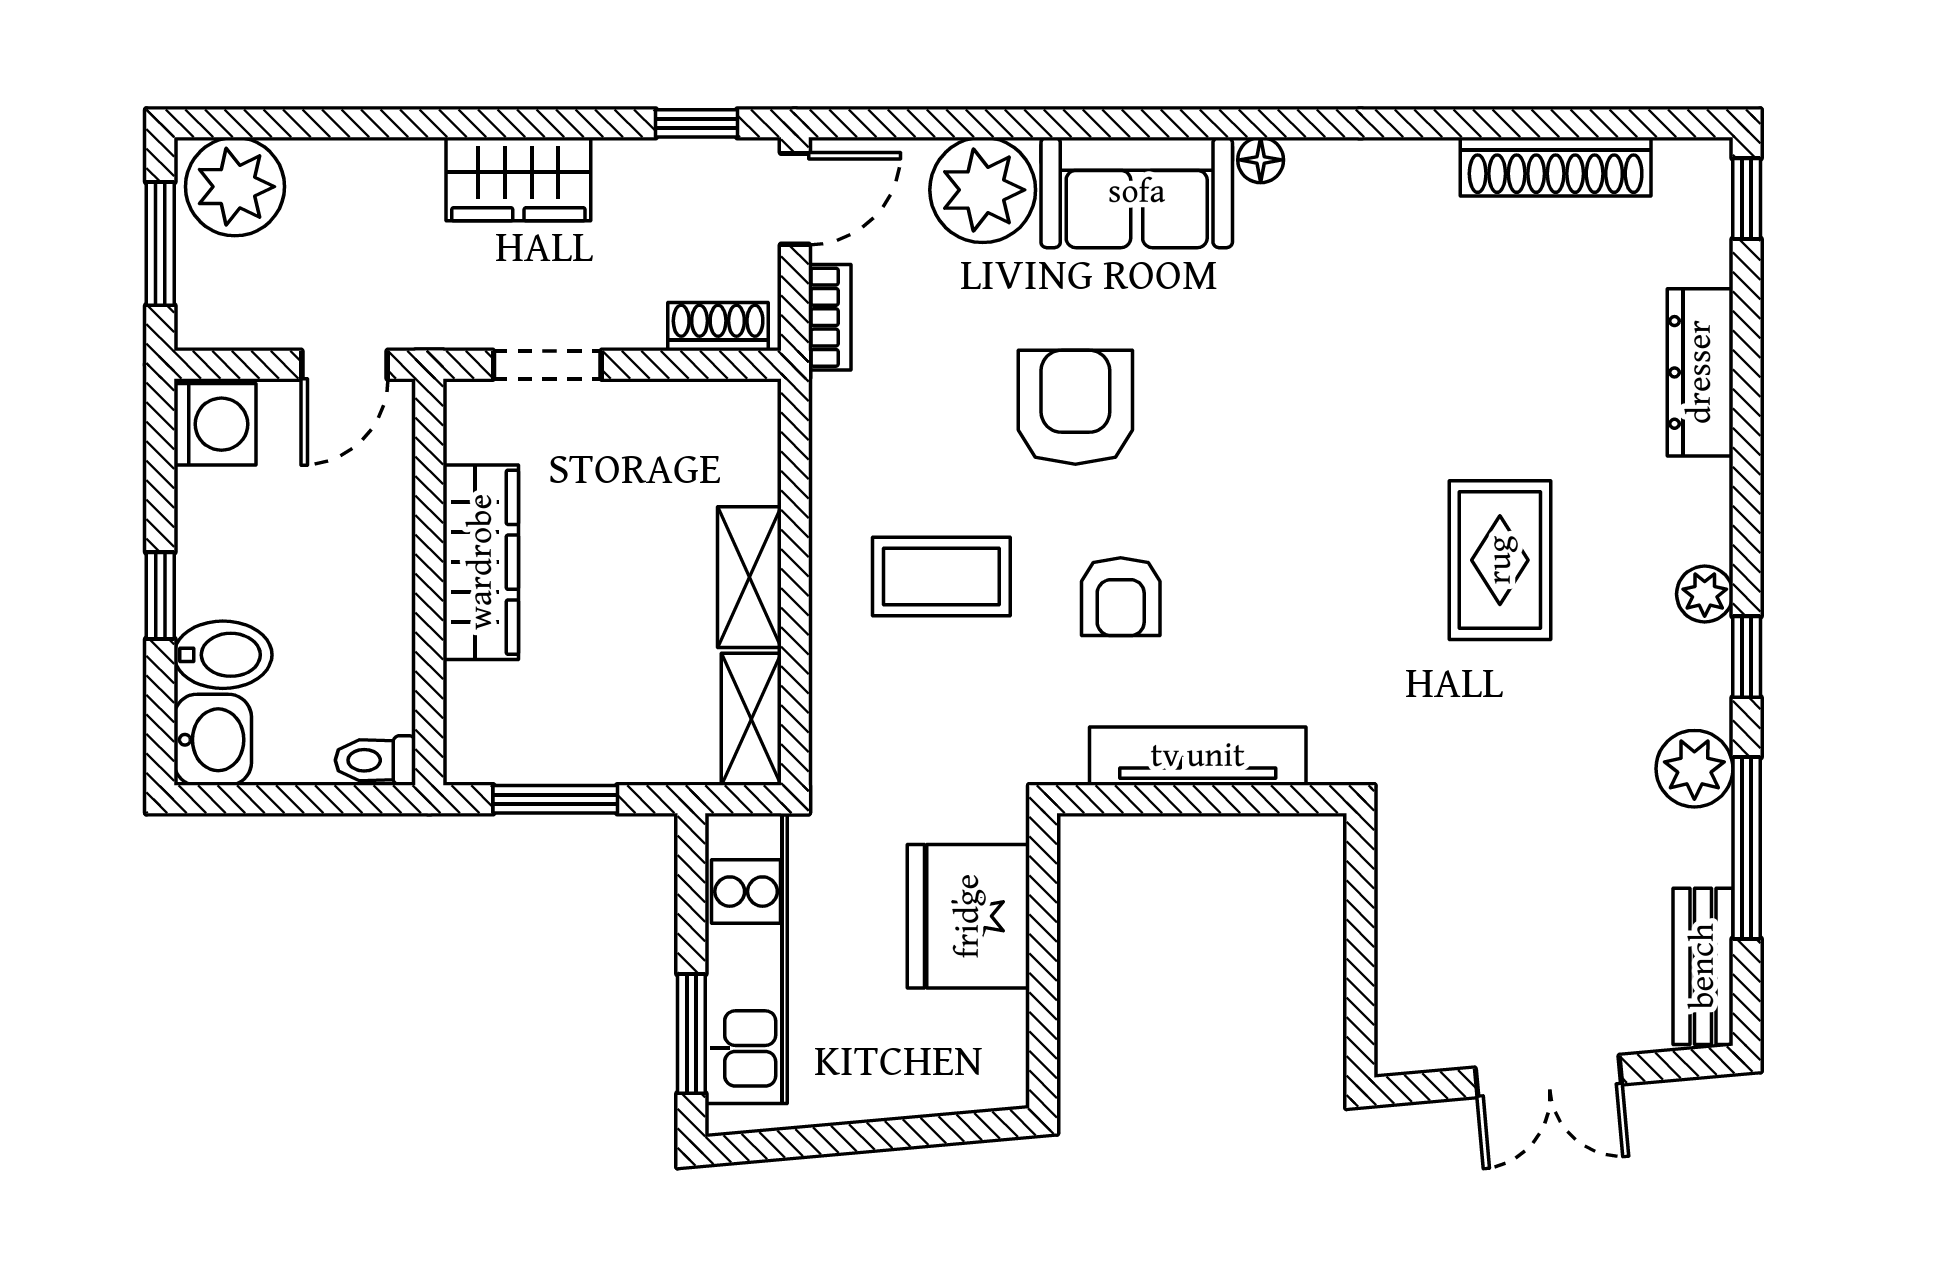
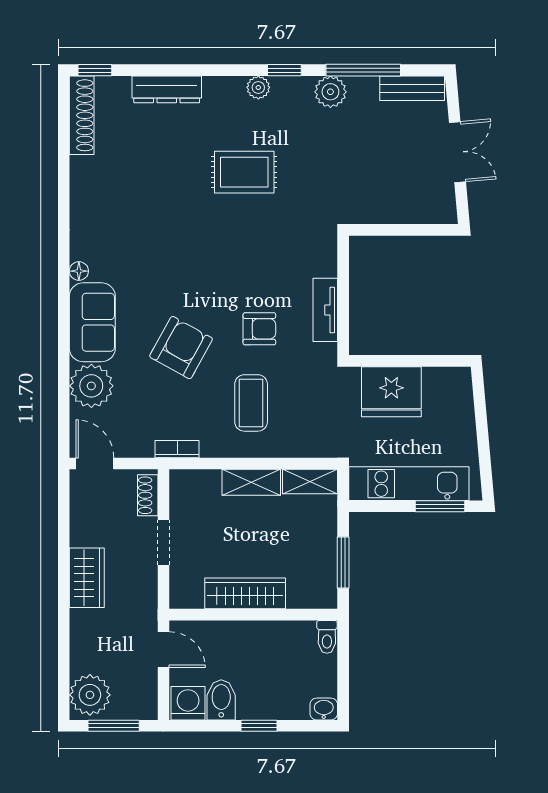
window: (697, 123) -> (64, 504), removed
shoe rack: (1556, 167) -> (82, 115), moved
bookcase: (830, 317) -> (177, 449), moved
doorway: (547, 365) -> (164, 543), moved
armchair: (1075, 407) -> (181, 348), turned 119
bidet: (223, 655) -> (221, 700), moved
washbasin: (213, 740) -> (324, 709), width x0.72, depth x0.69
tv unit: (1198, 756) -> (325, 310), width x0.71

